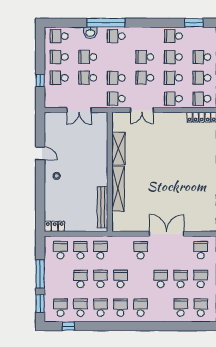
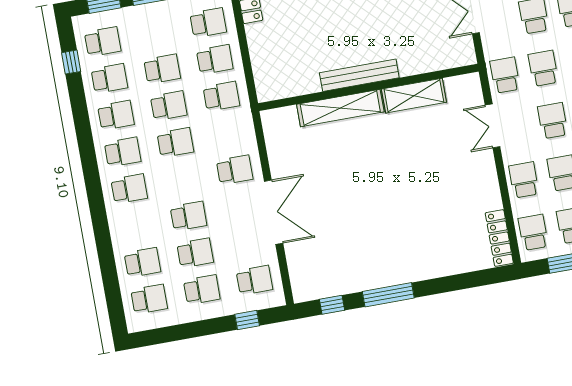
bench: (103, 207) -> (359, 75), moved

